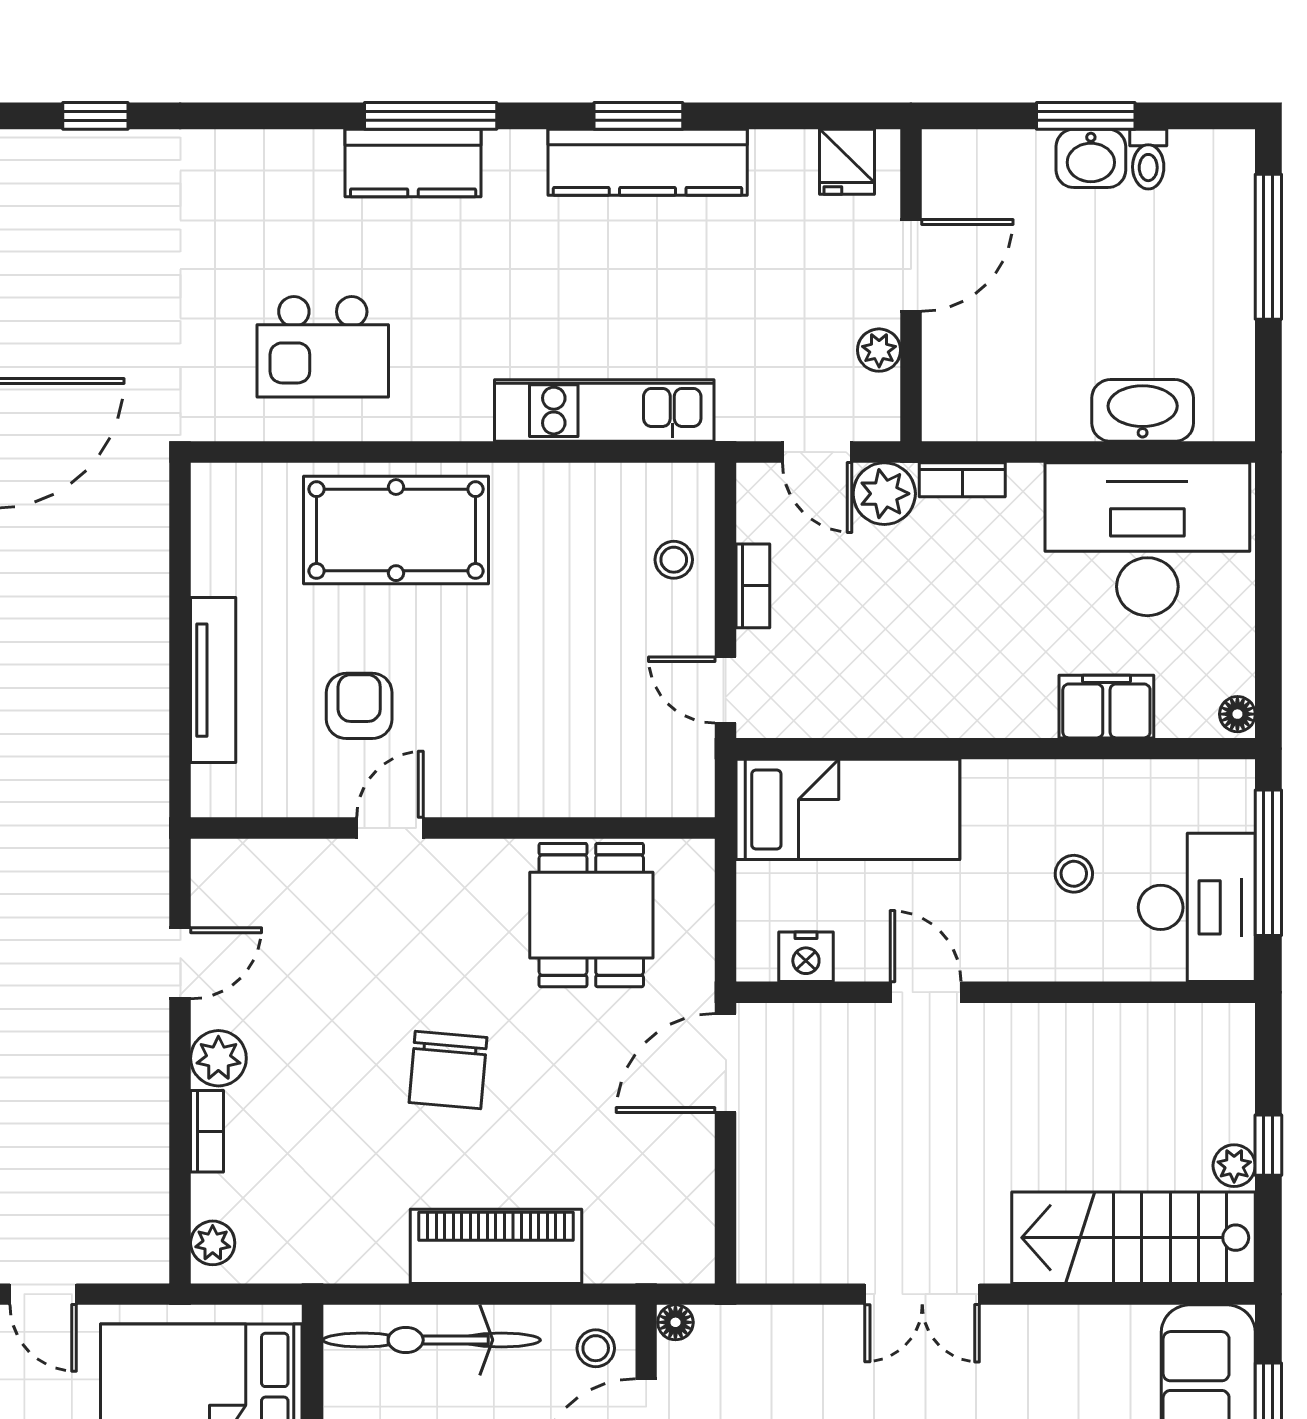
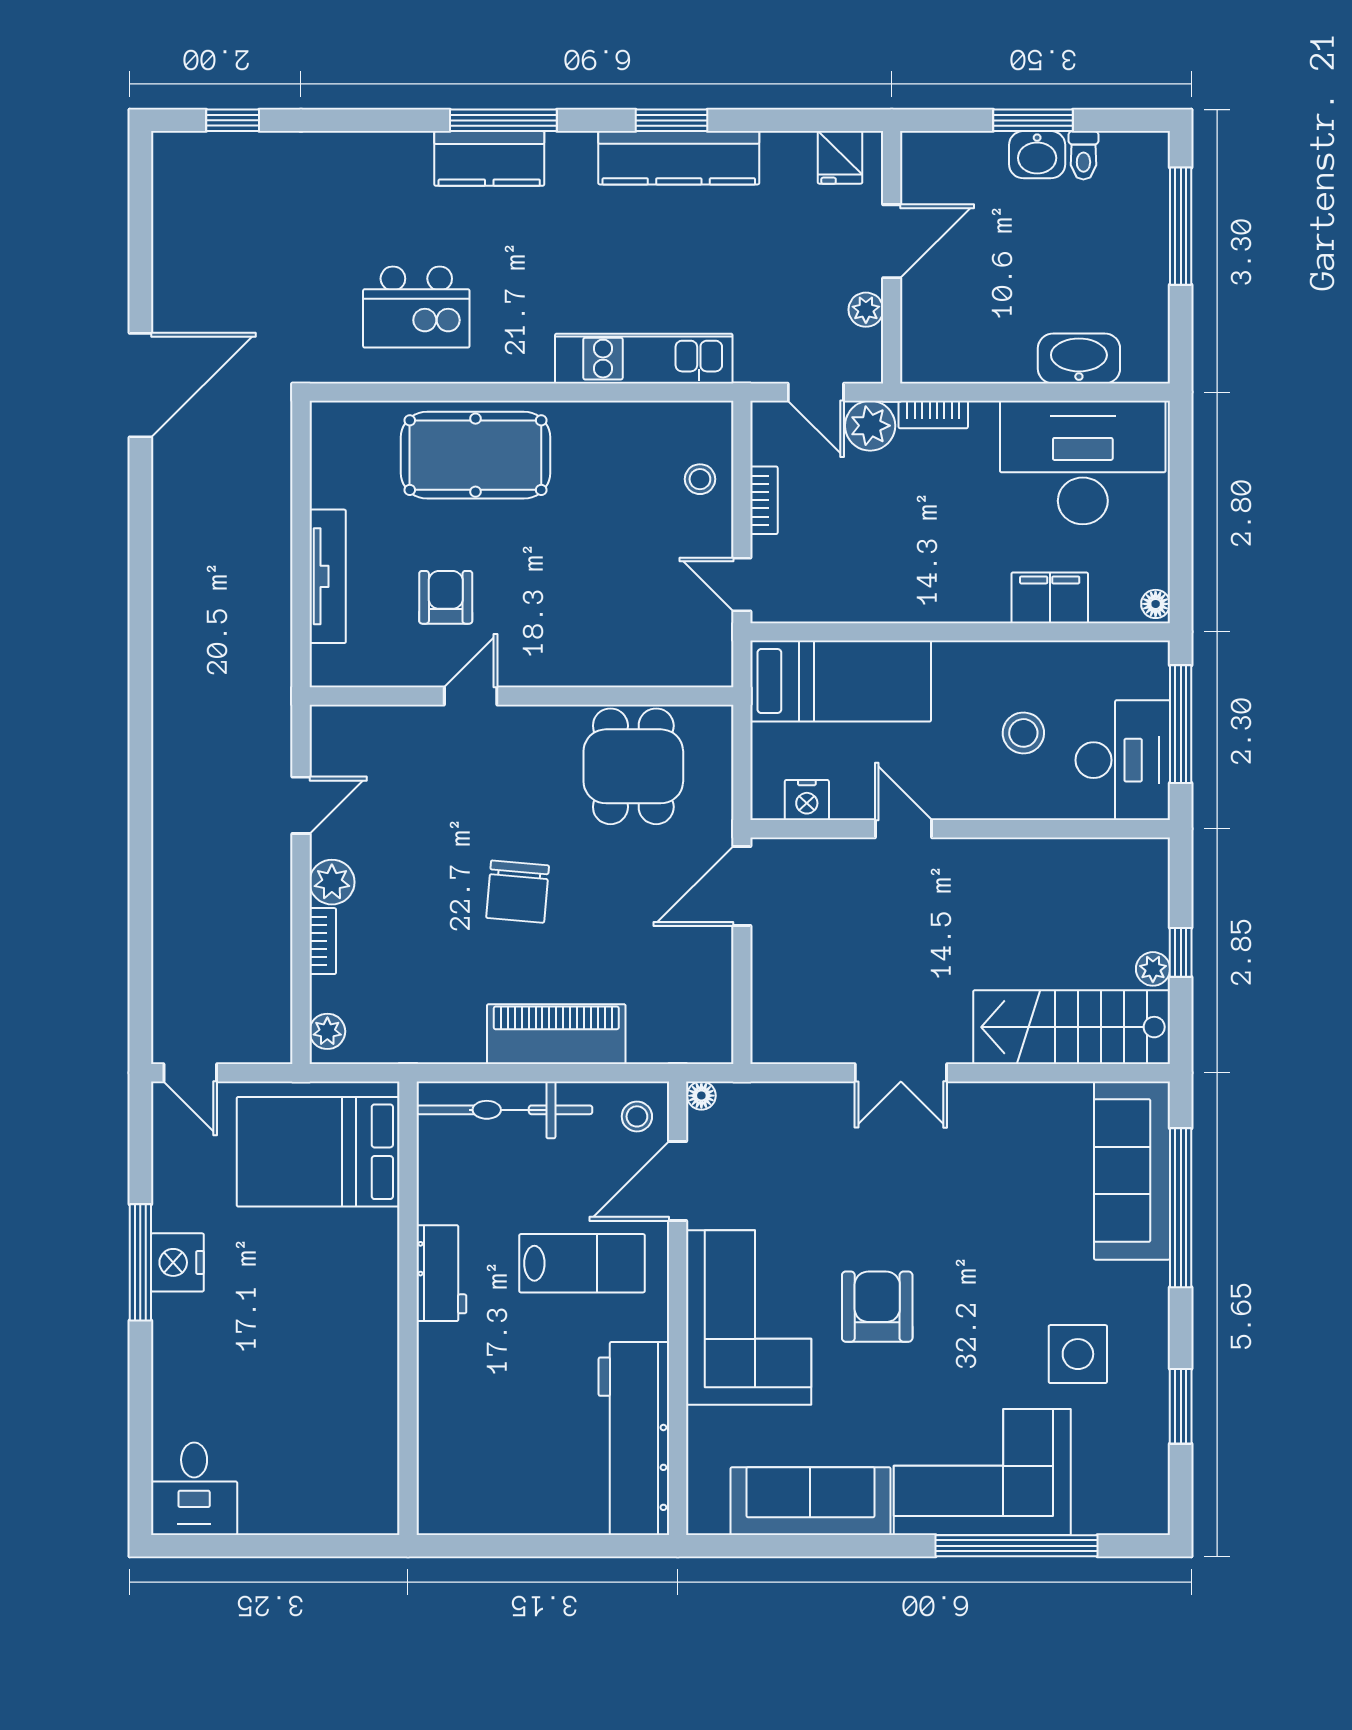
stool: (1074, 874) -> (1023, 733), width x1.37, depth x1.37

